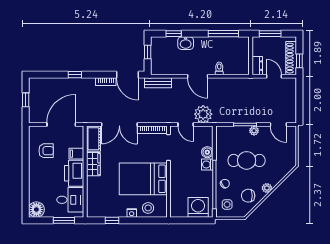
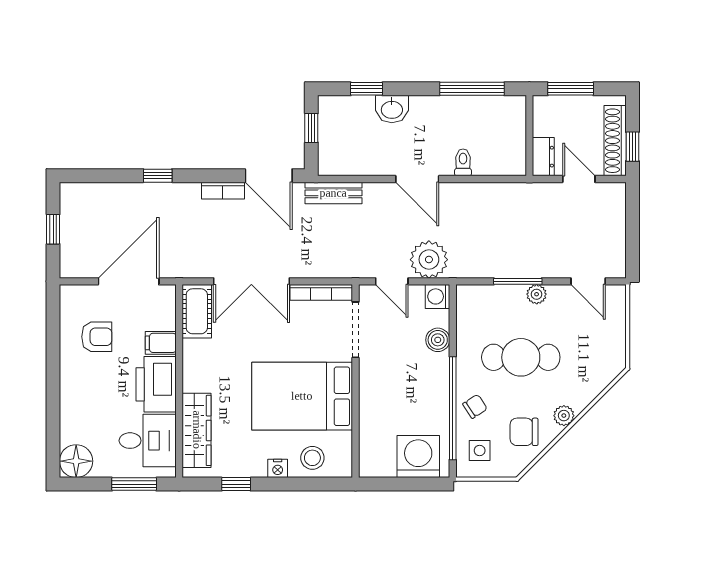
wardrobe: (93, 164) -> (197, 430), moved, width x1.50
washing machine: (207, 164) -> (438, 296), moved

